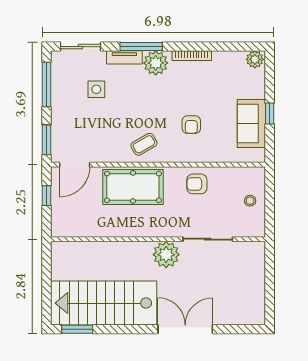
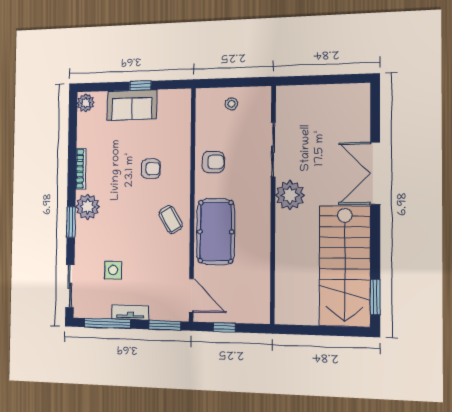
window: (141, 47) -> (71, 222), width x0.69
tv unit: (124, 57) -> (130, 312), moved, turned -90
sofa: (251, 124) -> (132, 105), moved
armchair: (197, 184) -> (213, 162), turned -90

